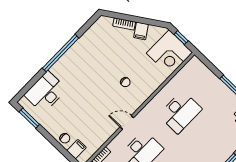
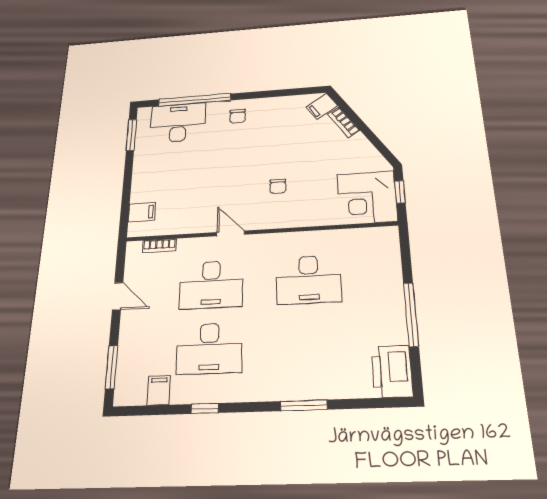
filing cabinet: (141, 31) -> (322, 106), moved
window: (61, 53) -> (195, 100), moved
chair: (65, 138) -> (238, 116), moved

